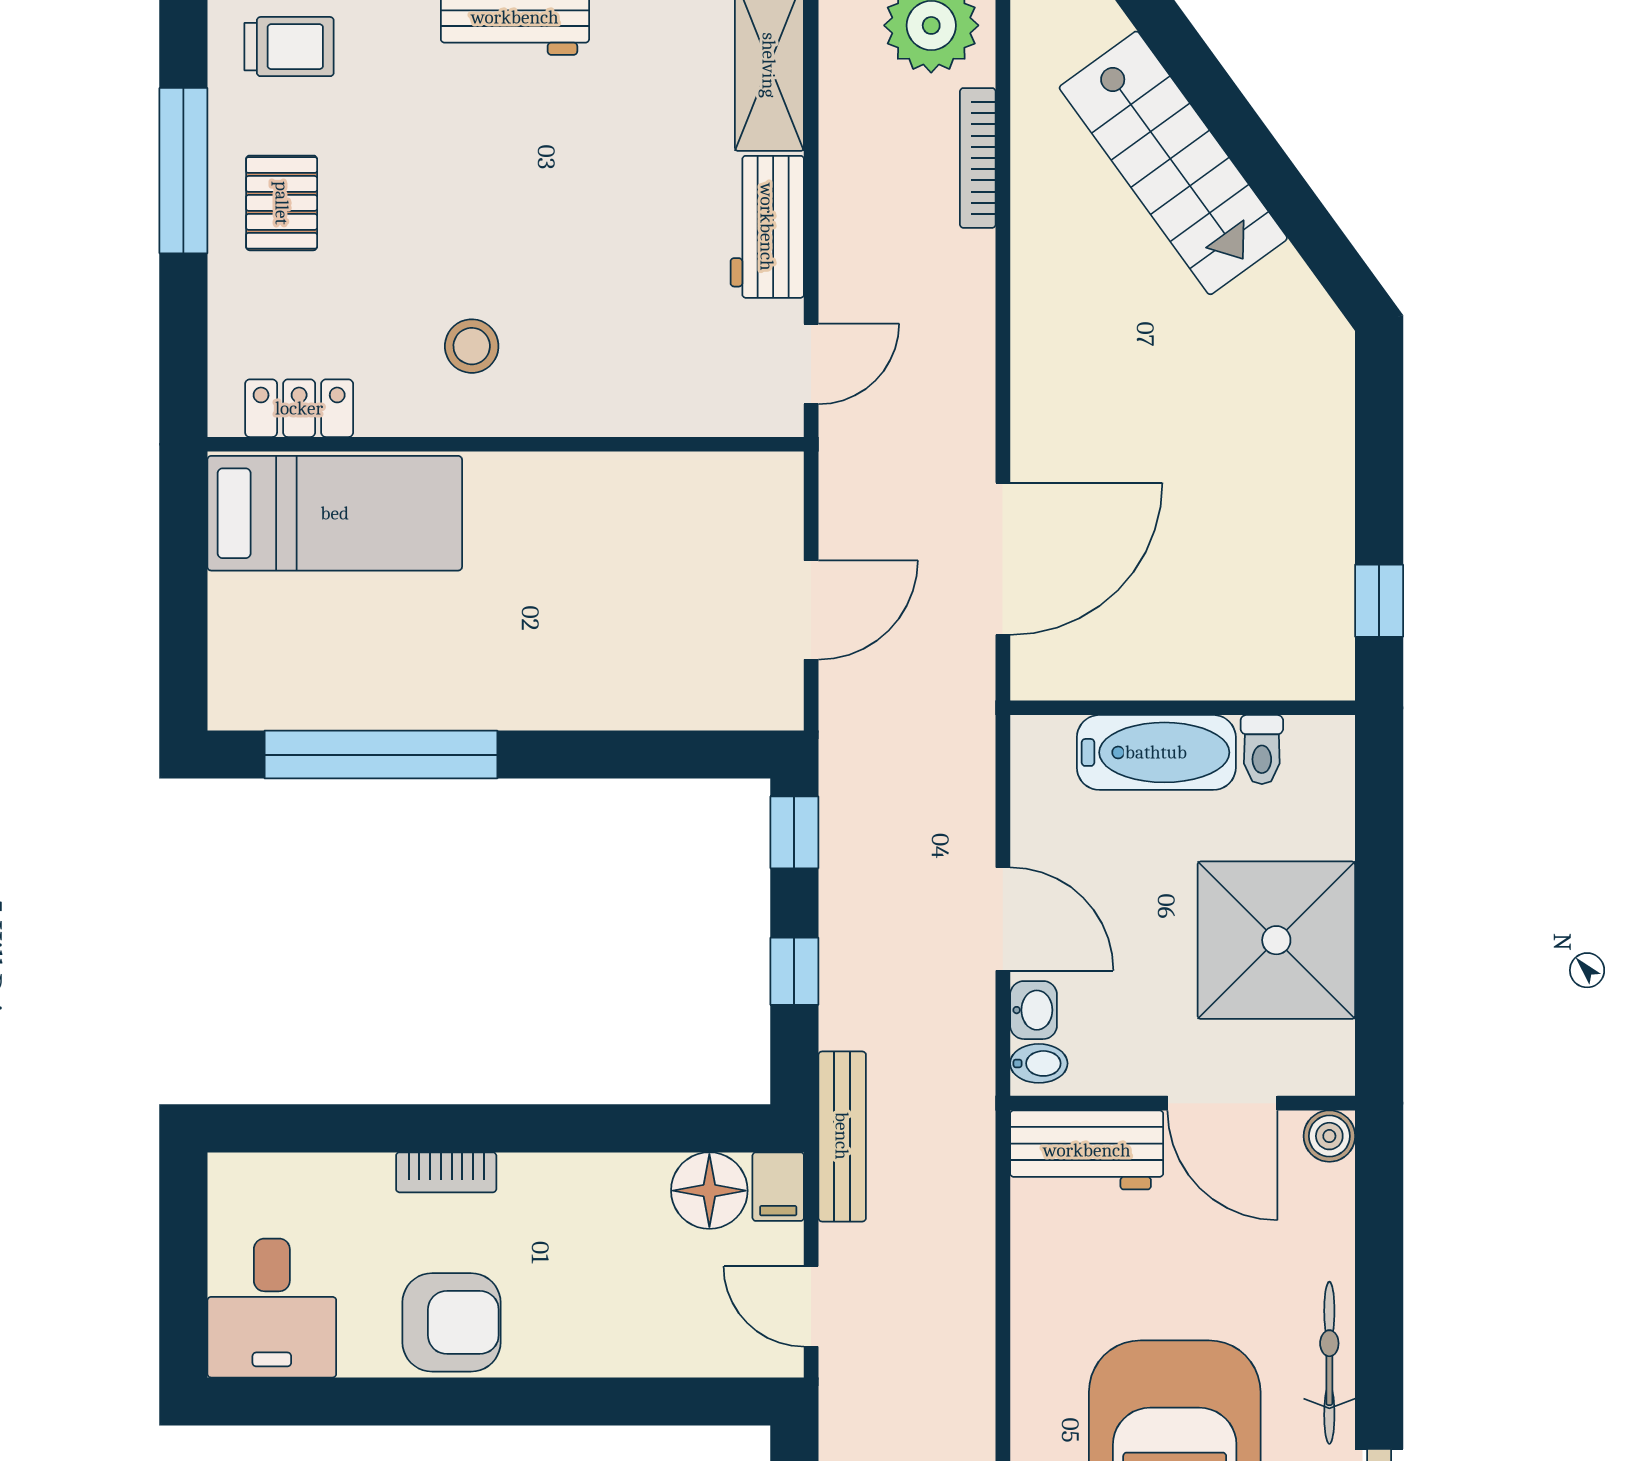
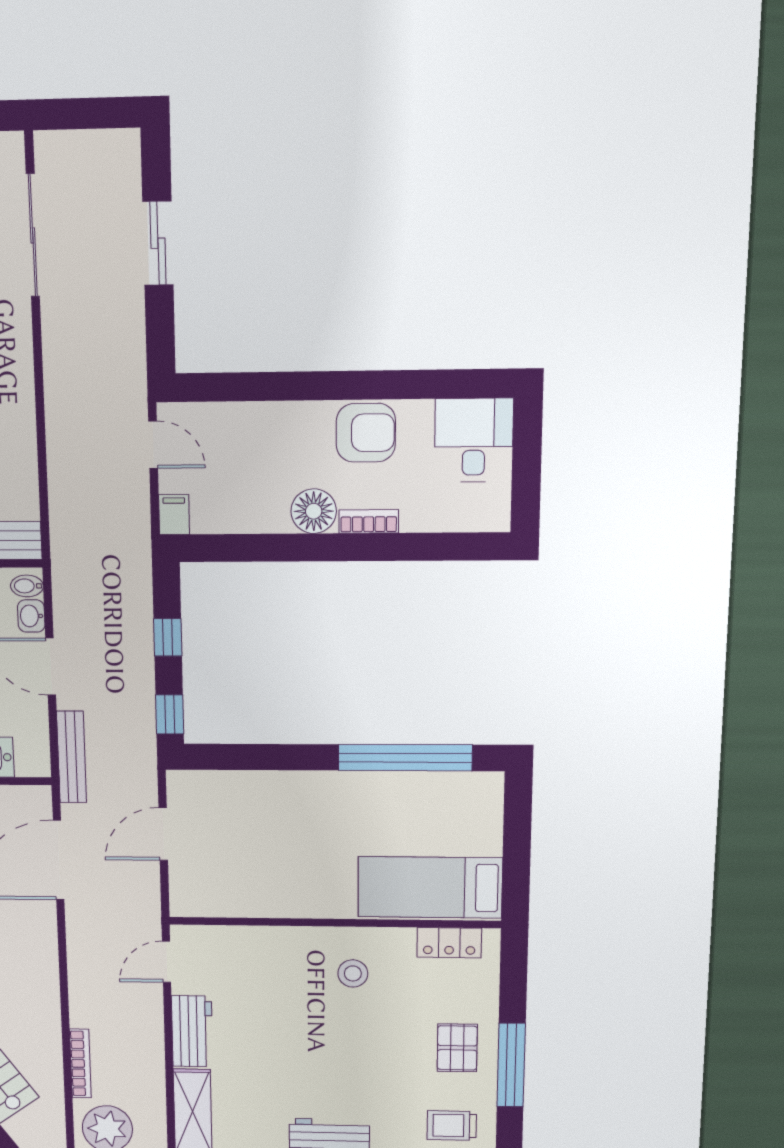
bench: (842, 1136) -> (72, 757), moved
floor lamp: (709, 1191) -> (314, 511), moved
armchair: (452, 1322) -> (366, 433), turned 180

